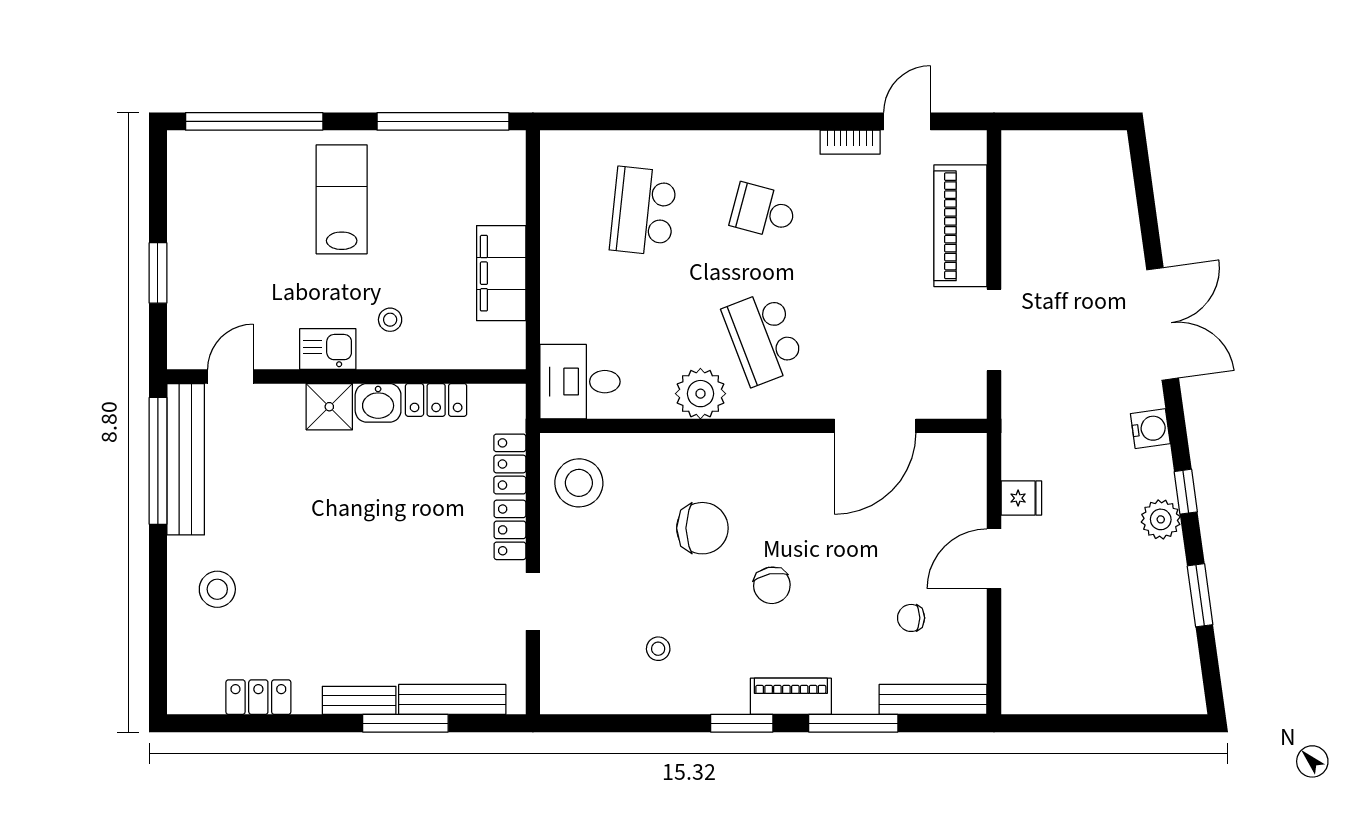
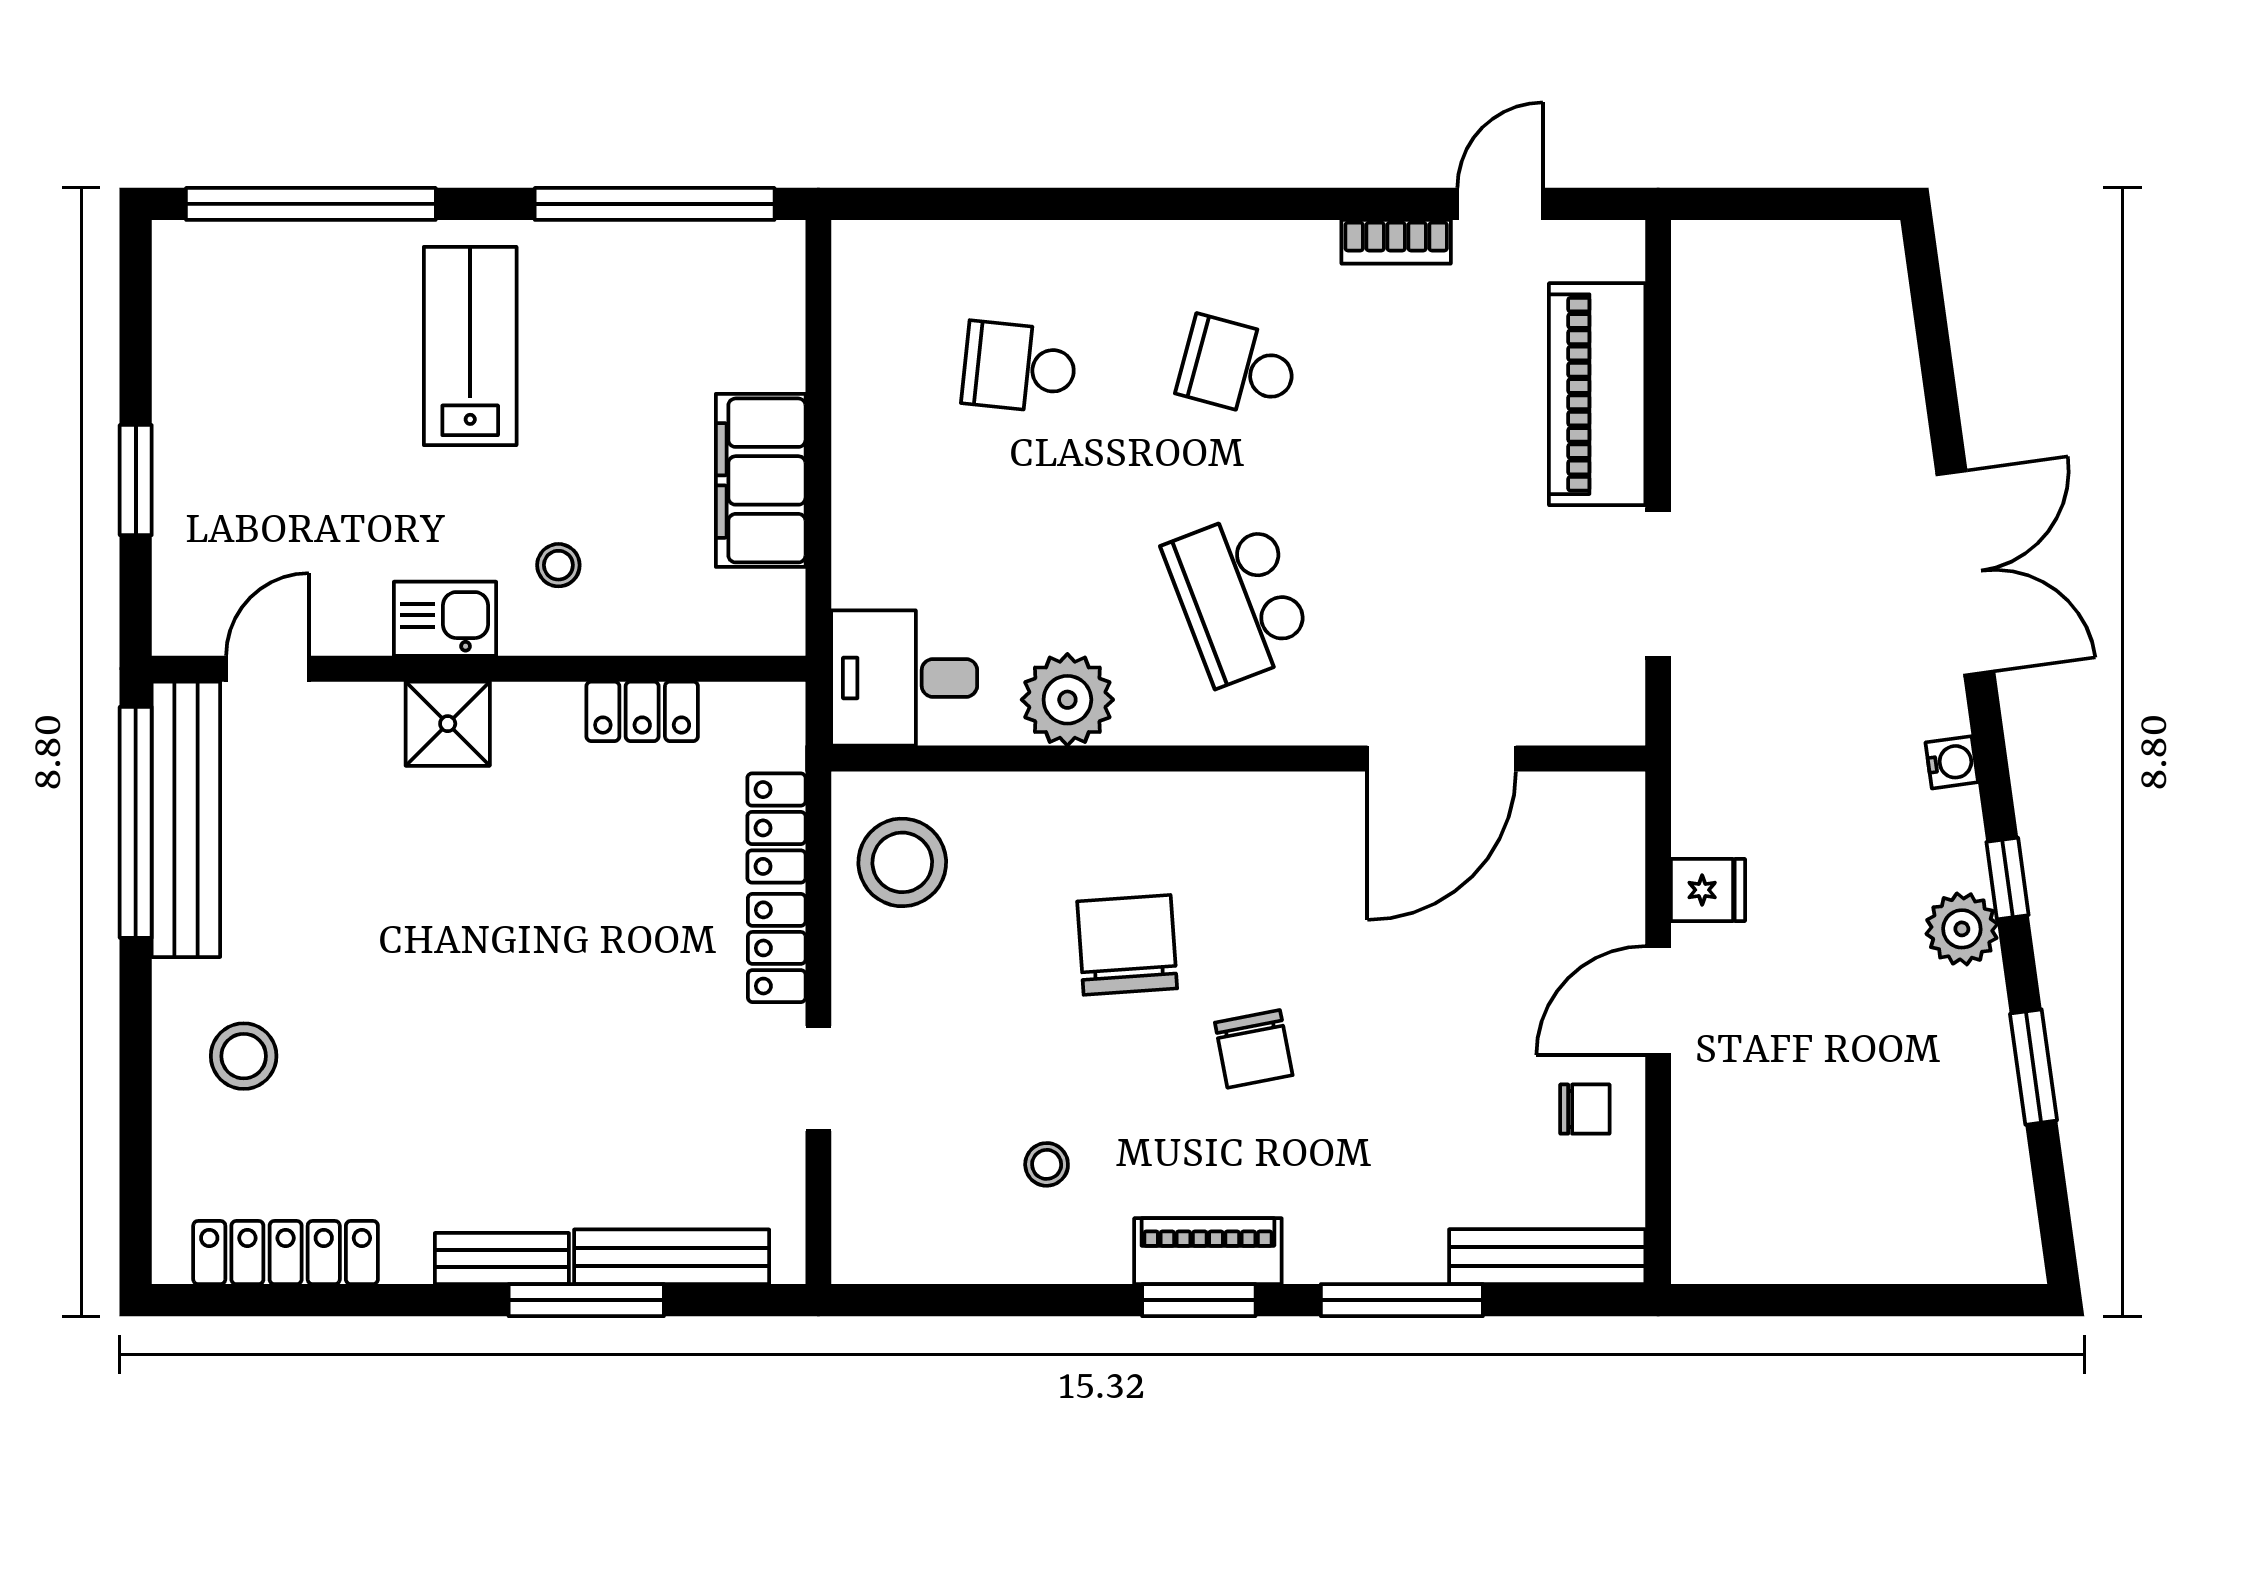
school desk: (643, 211) -> (1019, 367), width x0.54
plant: (700, 394) -> (1067, 700), moved
washbasin: (378, 403) -> (537, 717), removed
water cooler: (1150, 429) -> (1952, 762), width x0.72, depth x0.72
chair: (702, 528) -> (1127, 945), turned -94
chair: (911, 618) -> (1585, 1109), moved, turned 180
piano: (791, 696) -> (1208, 1251), moved
locker: (258, 697) -> (286, 1253), width x1.53

